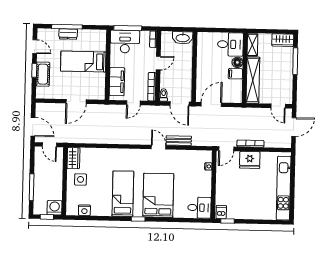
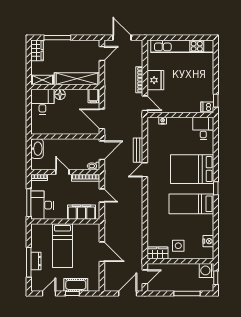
filing cabinet: (235, 74) -> (93, 96), moved

